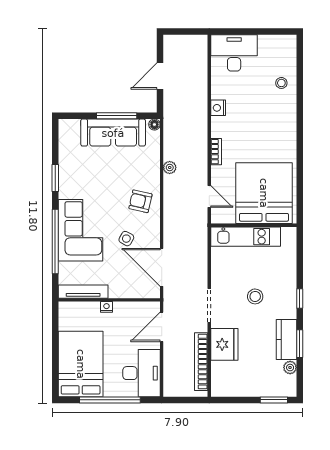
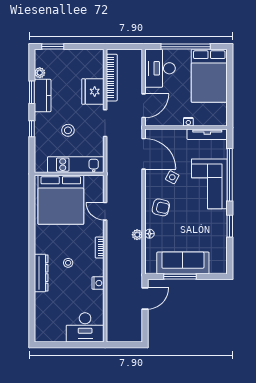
door: (160, 76) -> (145, 298), moved
stool: (281, 83) -> (68, 263), moved
dresser: (288, 120) -> (41, 273), added
floor lamp: (154, 125) -> (150, 234), moved
bed: (264, 193) -> (61, 200), moved
wall: (254, 225) -> (69, 174), moved
kitchen unit: (246, 237) -> (76, 165), moved

